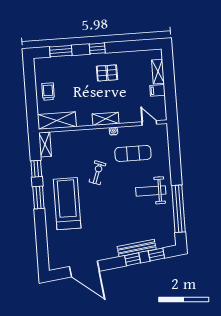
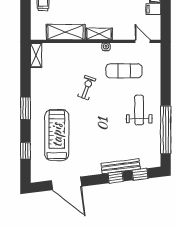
shelving: (57, 121) -> (66, 32), moved
window: (36, 169) -> (26, 151), moved
weight bench: (151, 191) -> (139, 110), turned 90
treadmill: (67, 204) -> (57, 135), moved

